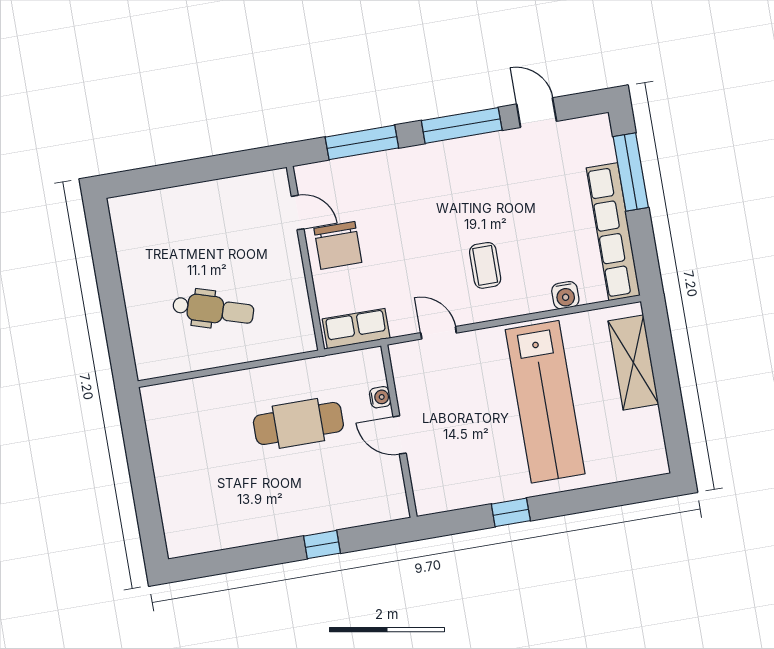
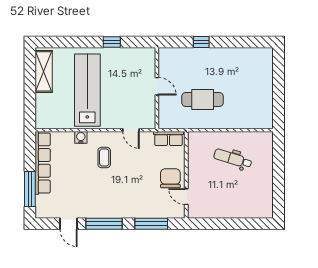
water cooler: (565, 295) -> (81, 137), moved
shelving: (633, 363) -> (44, 71), moved
water cooler: (380, 397) -> (163, 105), removed

